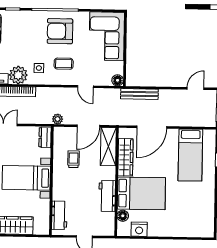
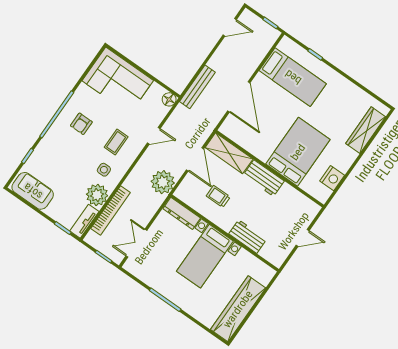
armchair: (60, 31) -> (81, 124), width x0.53, depth x0.53
door: (196, 89) -> (230, 27), swing flipped
plant: (58, 119) -> (163, 182), width x1.88, depth x1.88
dresser: (45, 137) -> (182, 213), width x1.44
wardrobe: (125, 157) -> (366, 130), moved, turned -90
workbench: (107, 196) -> (264, 178), moved
workbench: (59, 215) -> (248, 237), moved
floor lamp: (123, 216) -> (308, 185), removed

